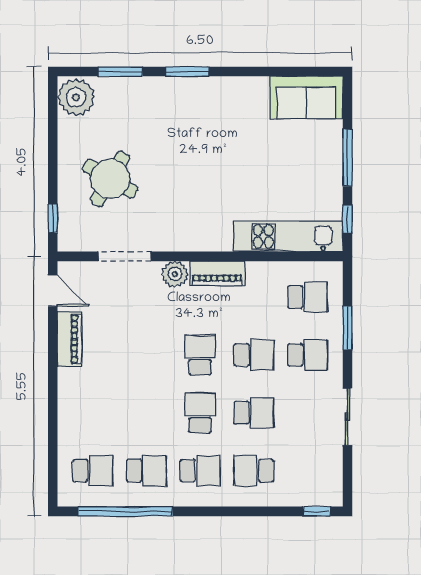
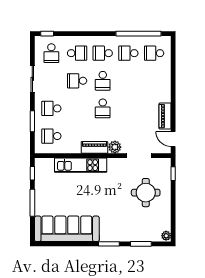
plant: (76, 97) -> (166, 236), width x0.53, depth x0.53
sofa: (306, 97) -> (67, 229), width x1.85, depth x1.27
round table: (110, 179) -> (146, 193), turned -30
kitchen unit: (288, 236) -> (81, 165), moved
school desk: (254, 355) -> (51, 53), moved, turned -90

